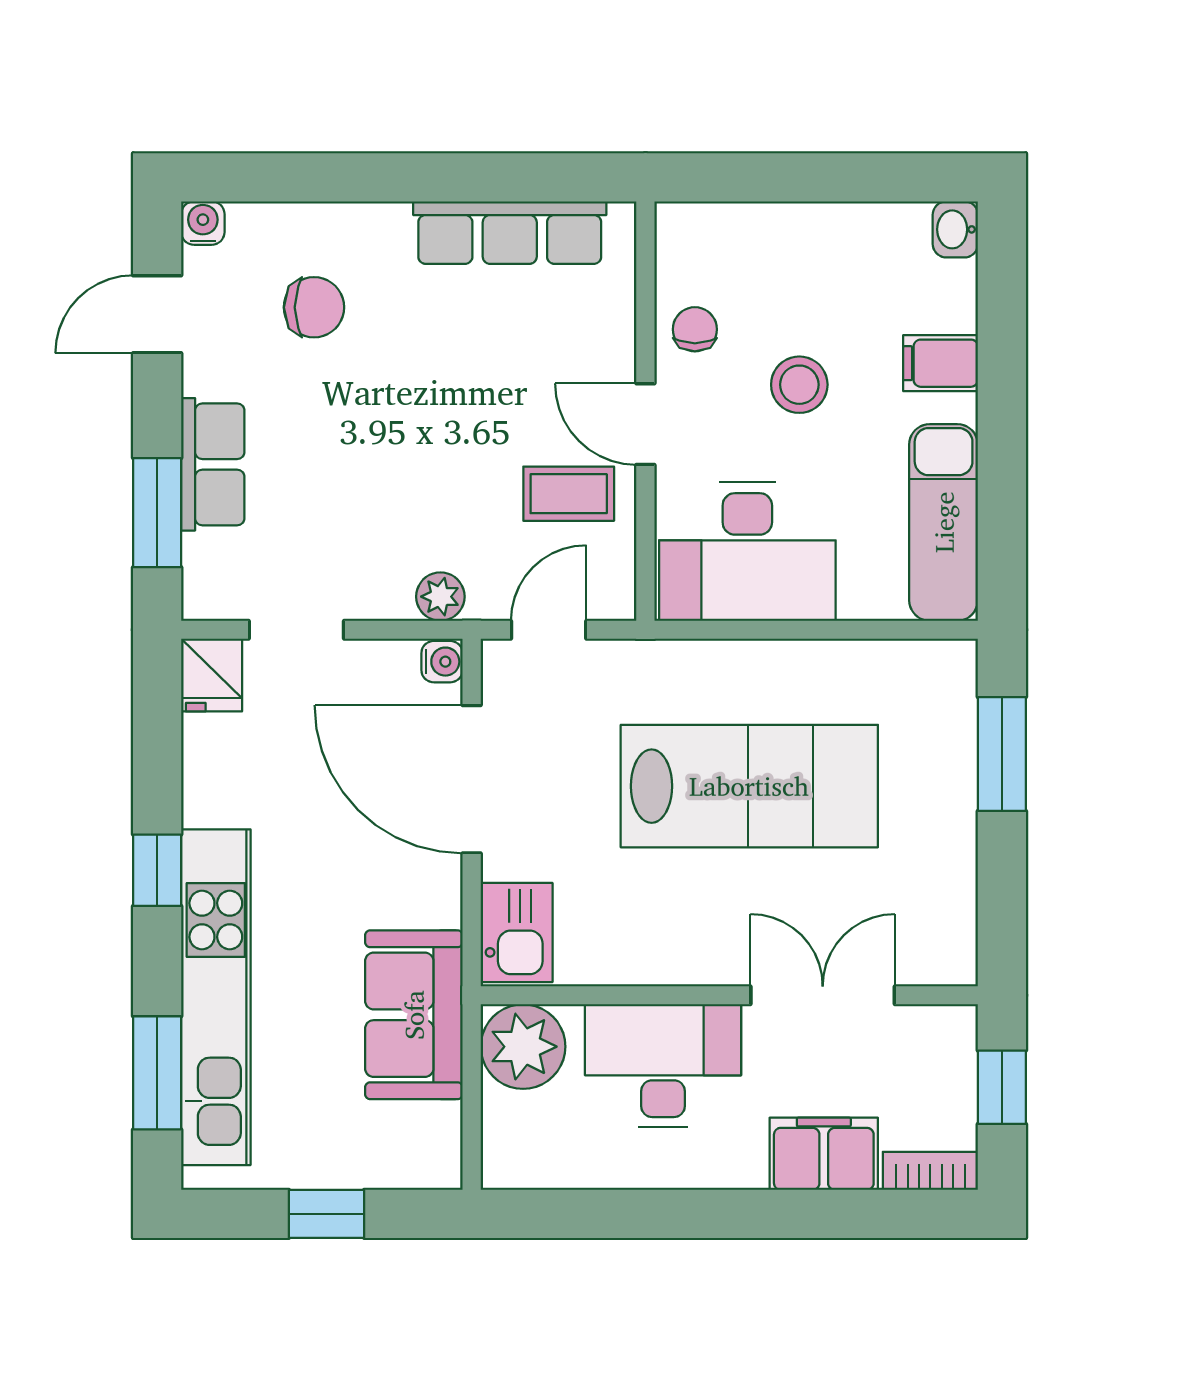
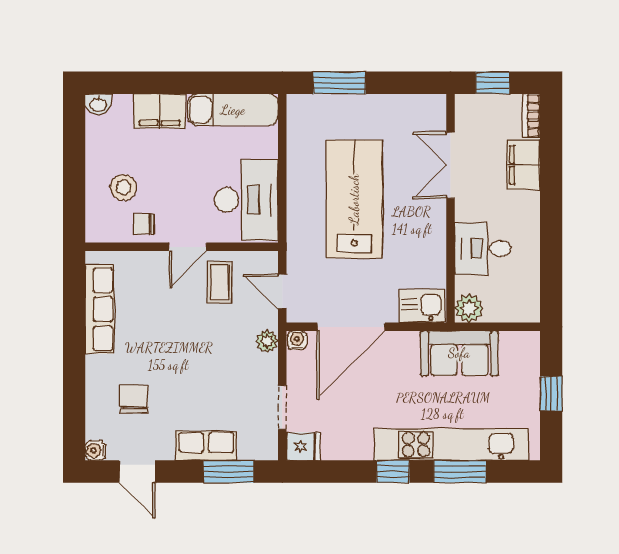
filing cabinet: (941, 363) -> (160, 111), width x2.00
stool: (799, 385) -> (123, 187), moved
plant: (523, 1047) -> (469, 308), width x0.73, depth x0.73
desk: (663, 1066) -> (483, 248), width x0.73
window: (157, 1073) -> (460, 472), moved

